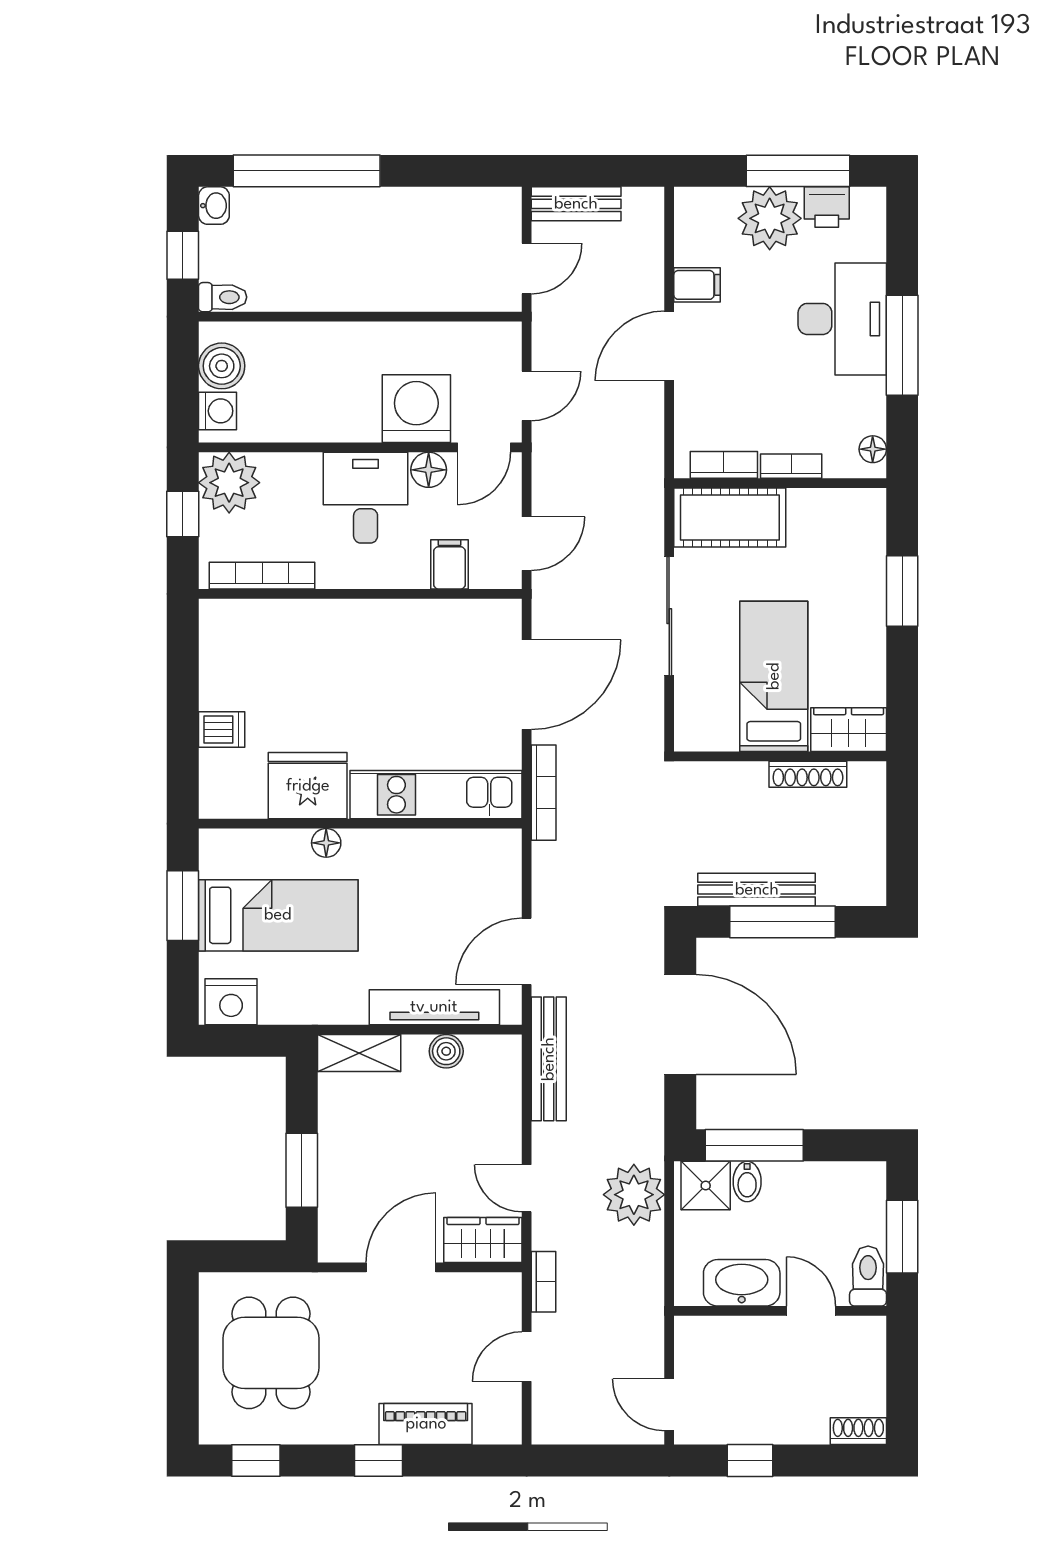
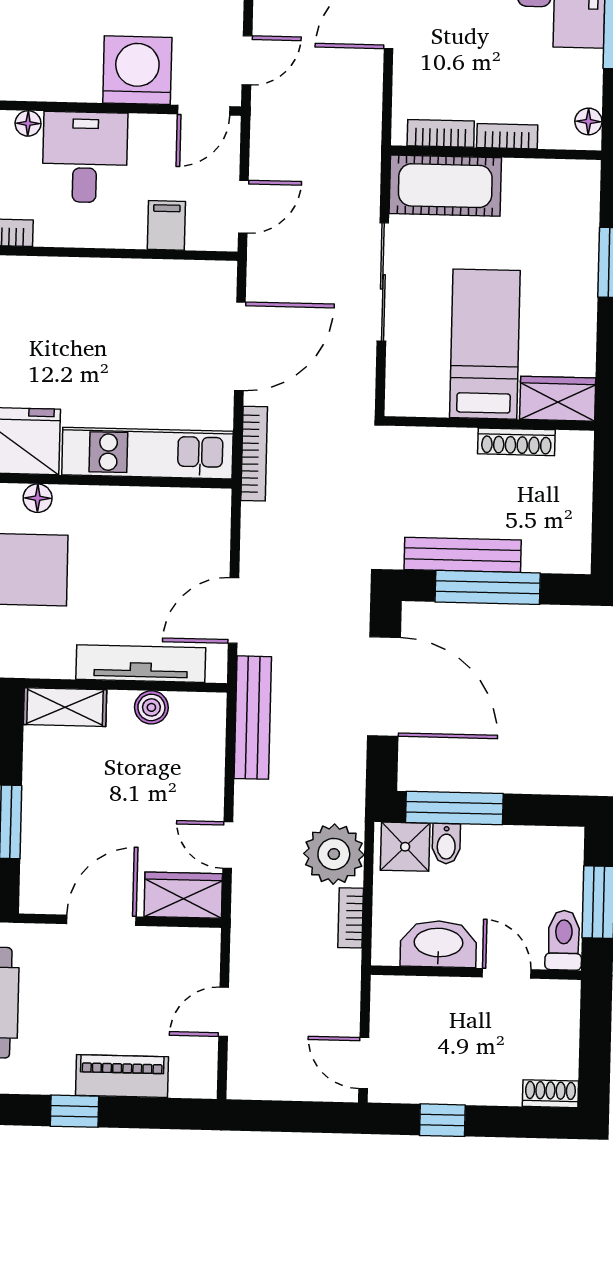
floor lamp: (429, 470) -> (28, 123), moved, width x0.73, depth x0.73
bookcase: (544, 1282) -> (351, 918), moved, turned 180

